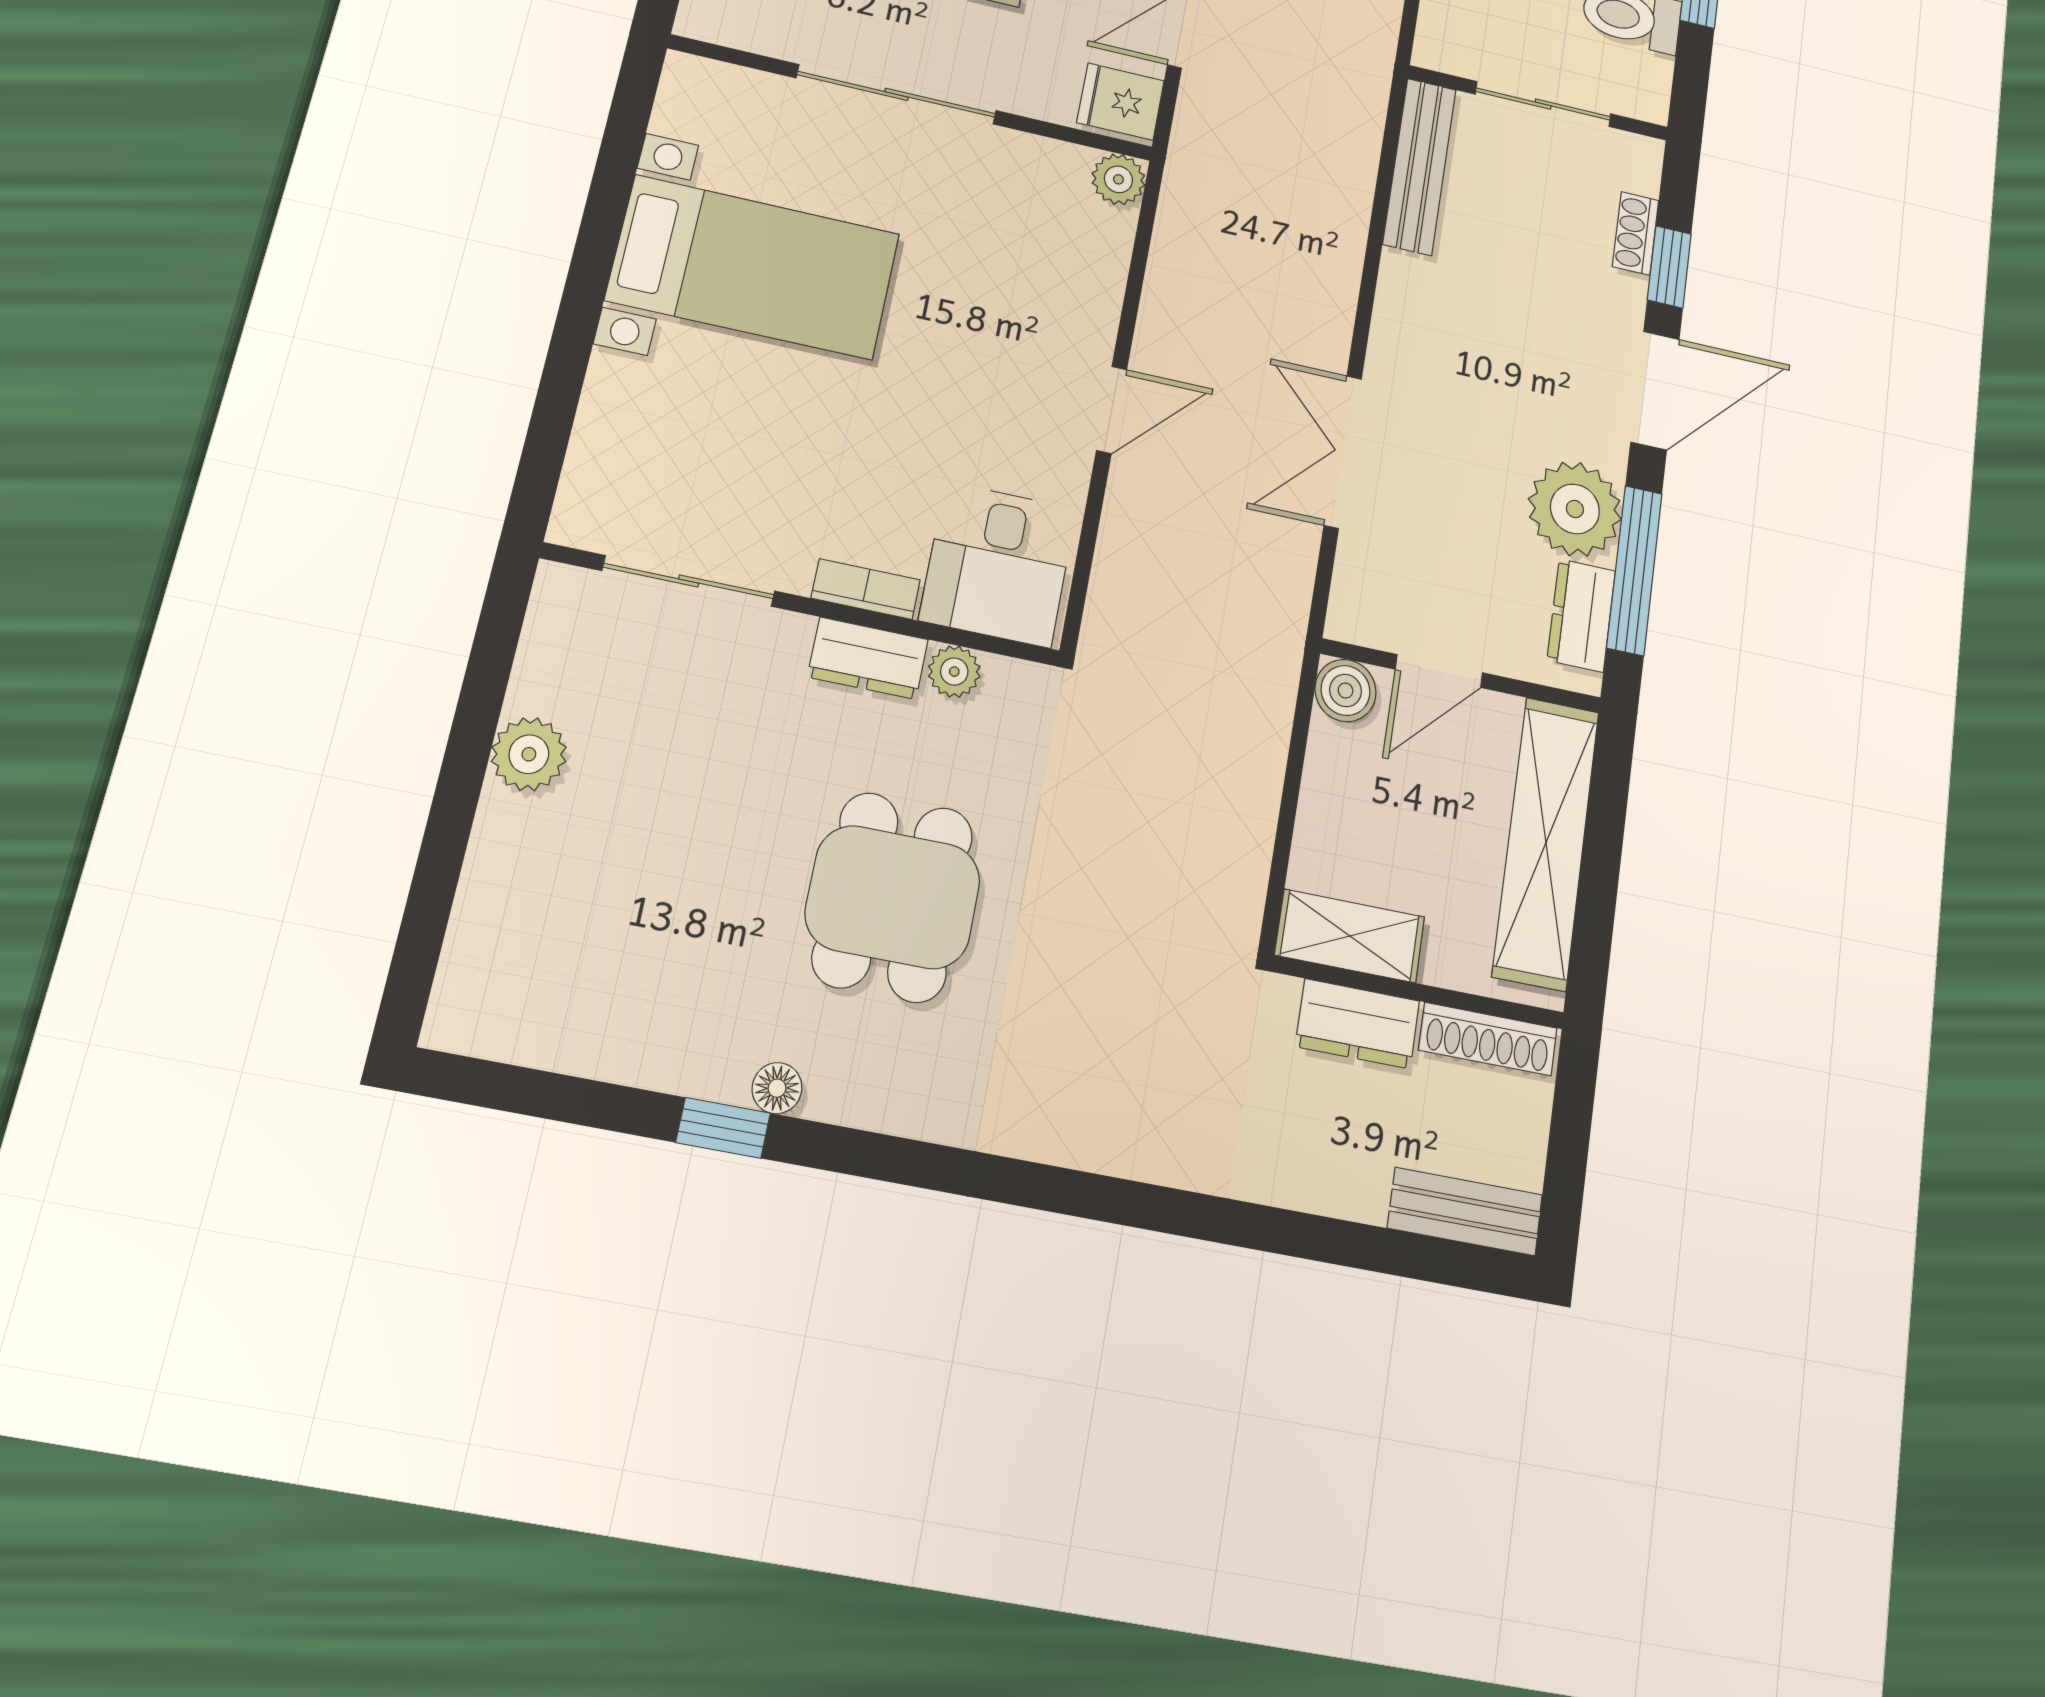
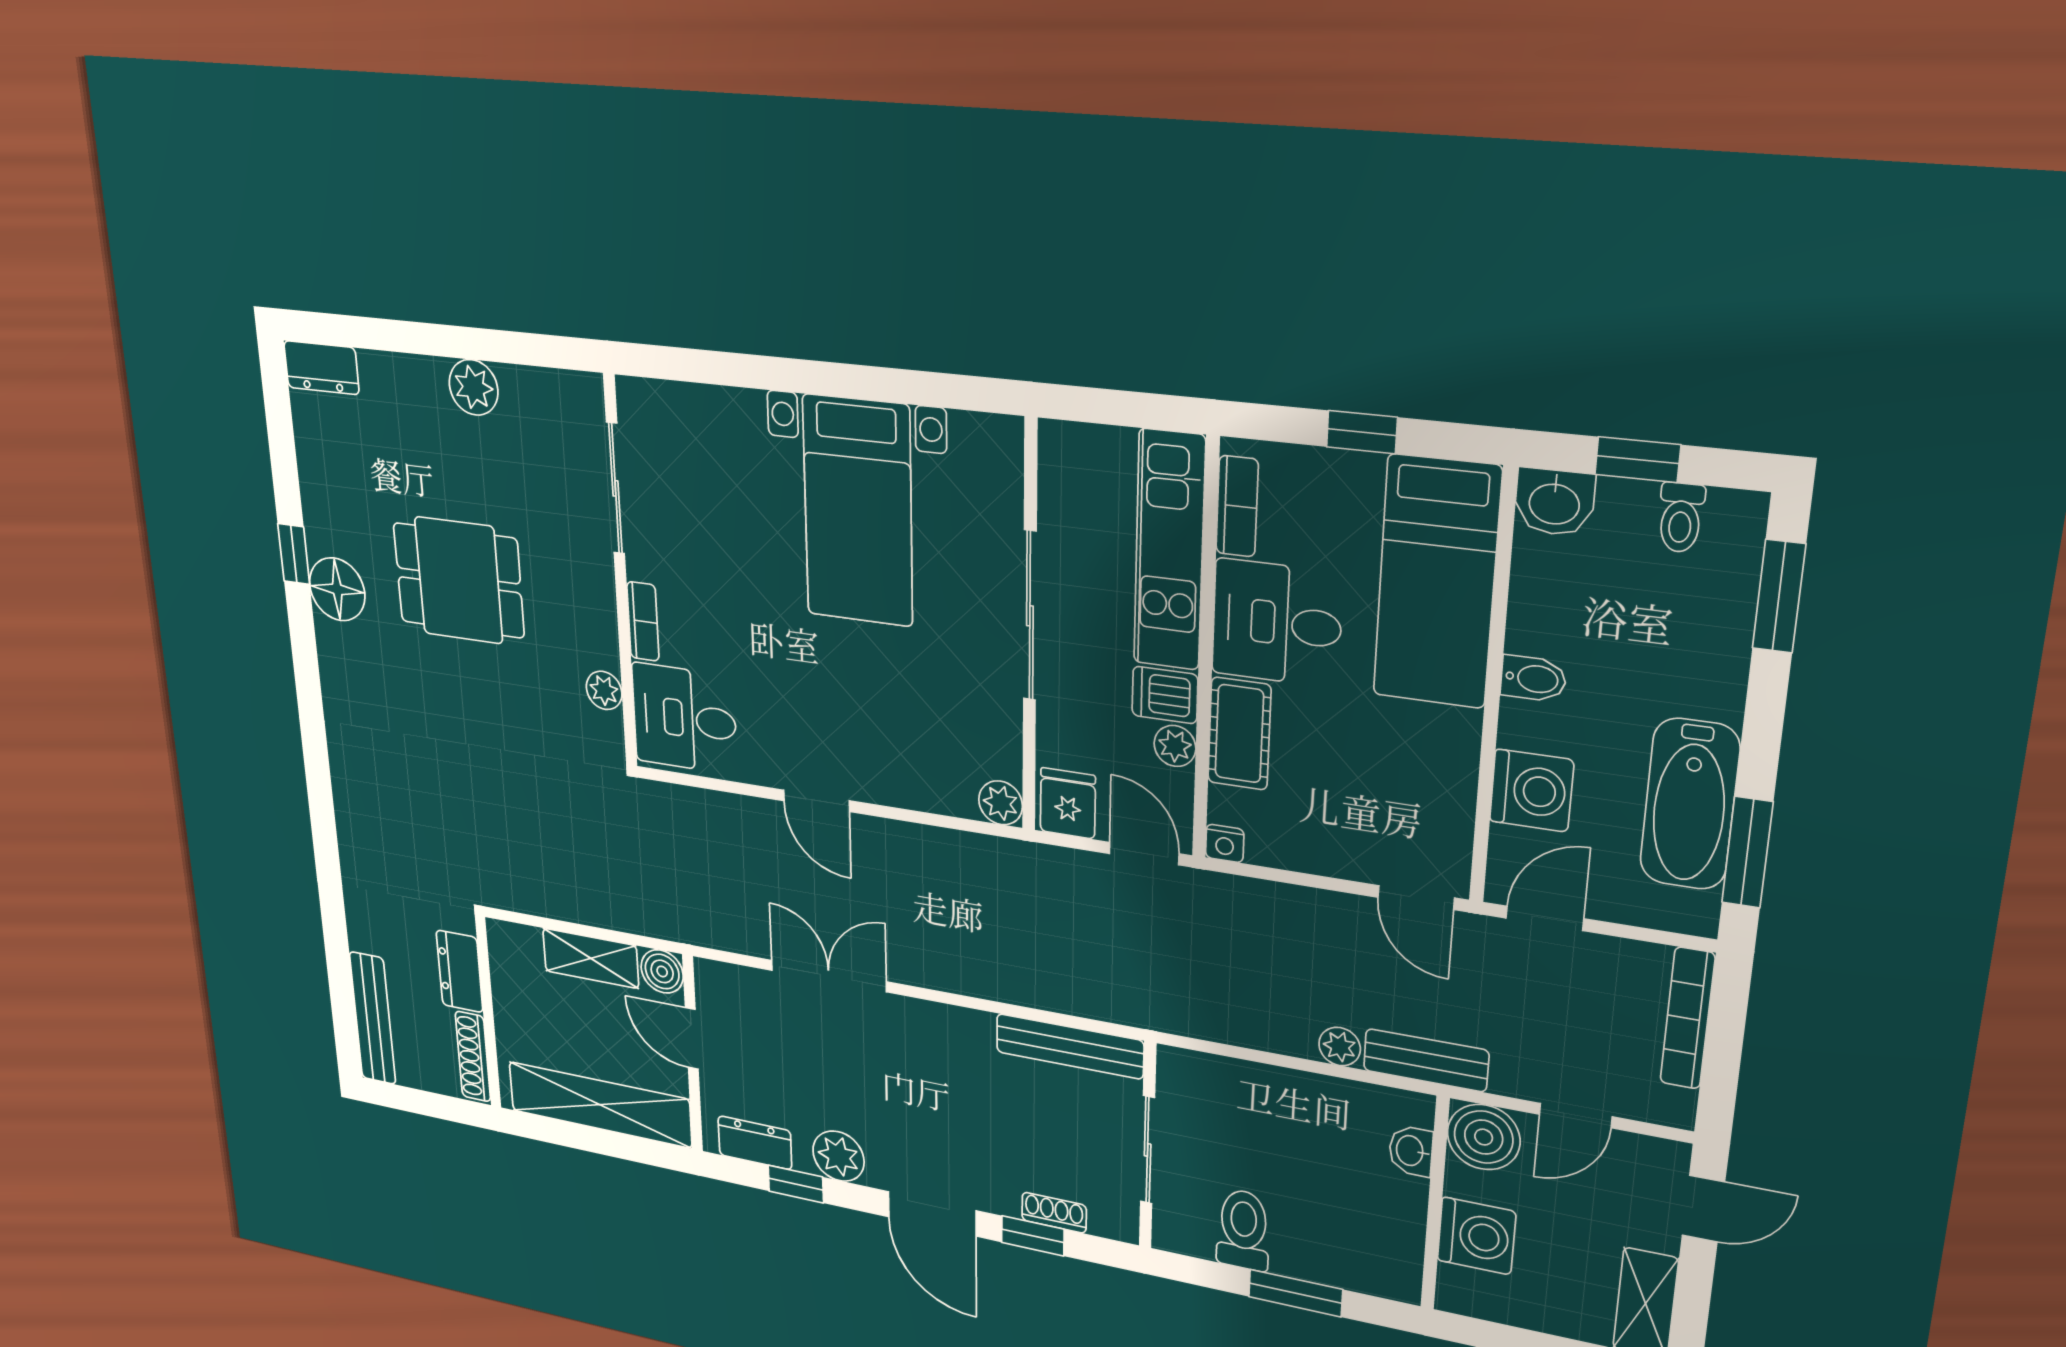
plant: (1575, 509) -> (839, 1156), width x0.73, depth x0.73
window: (1634, 570) -> (796, 1184), width x0.46
dresser: (868, 658) -> (321, 368), moved, turned -90
dining table: (893, 897) -> (459, 580), moved
shelving: (1350, 936) -> (591, 958), moved, turned 90
floor lamp: (777, 1088) -> (337, 589), width x1.89, depth x1.89
bench: (1465, 1211) -> (373, 1018), width x1.36

